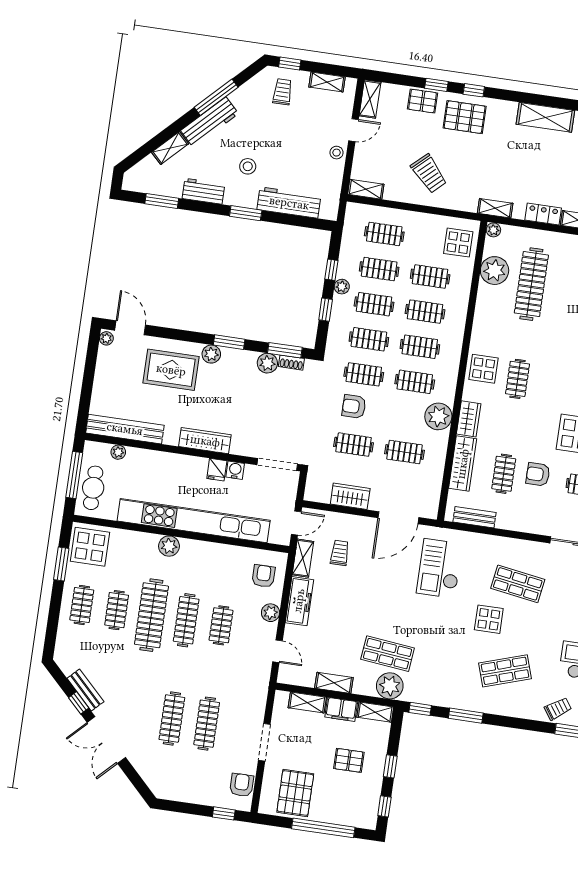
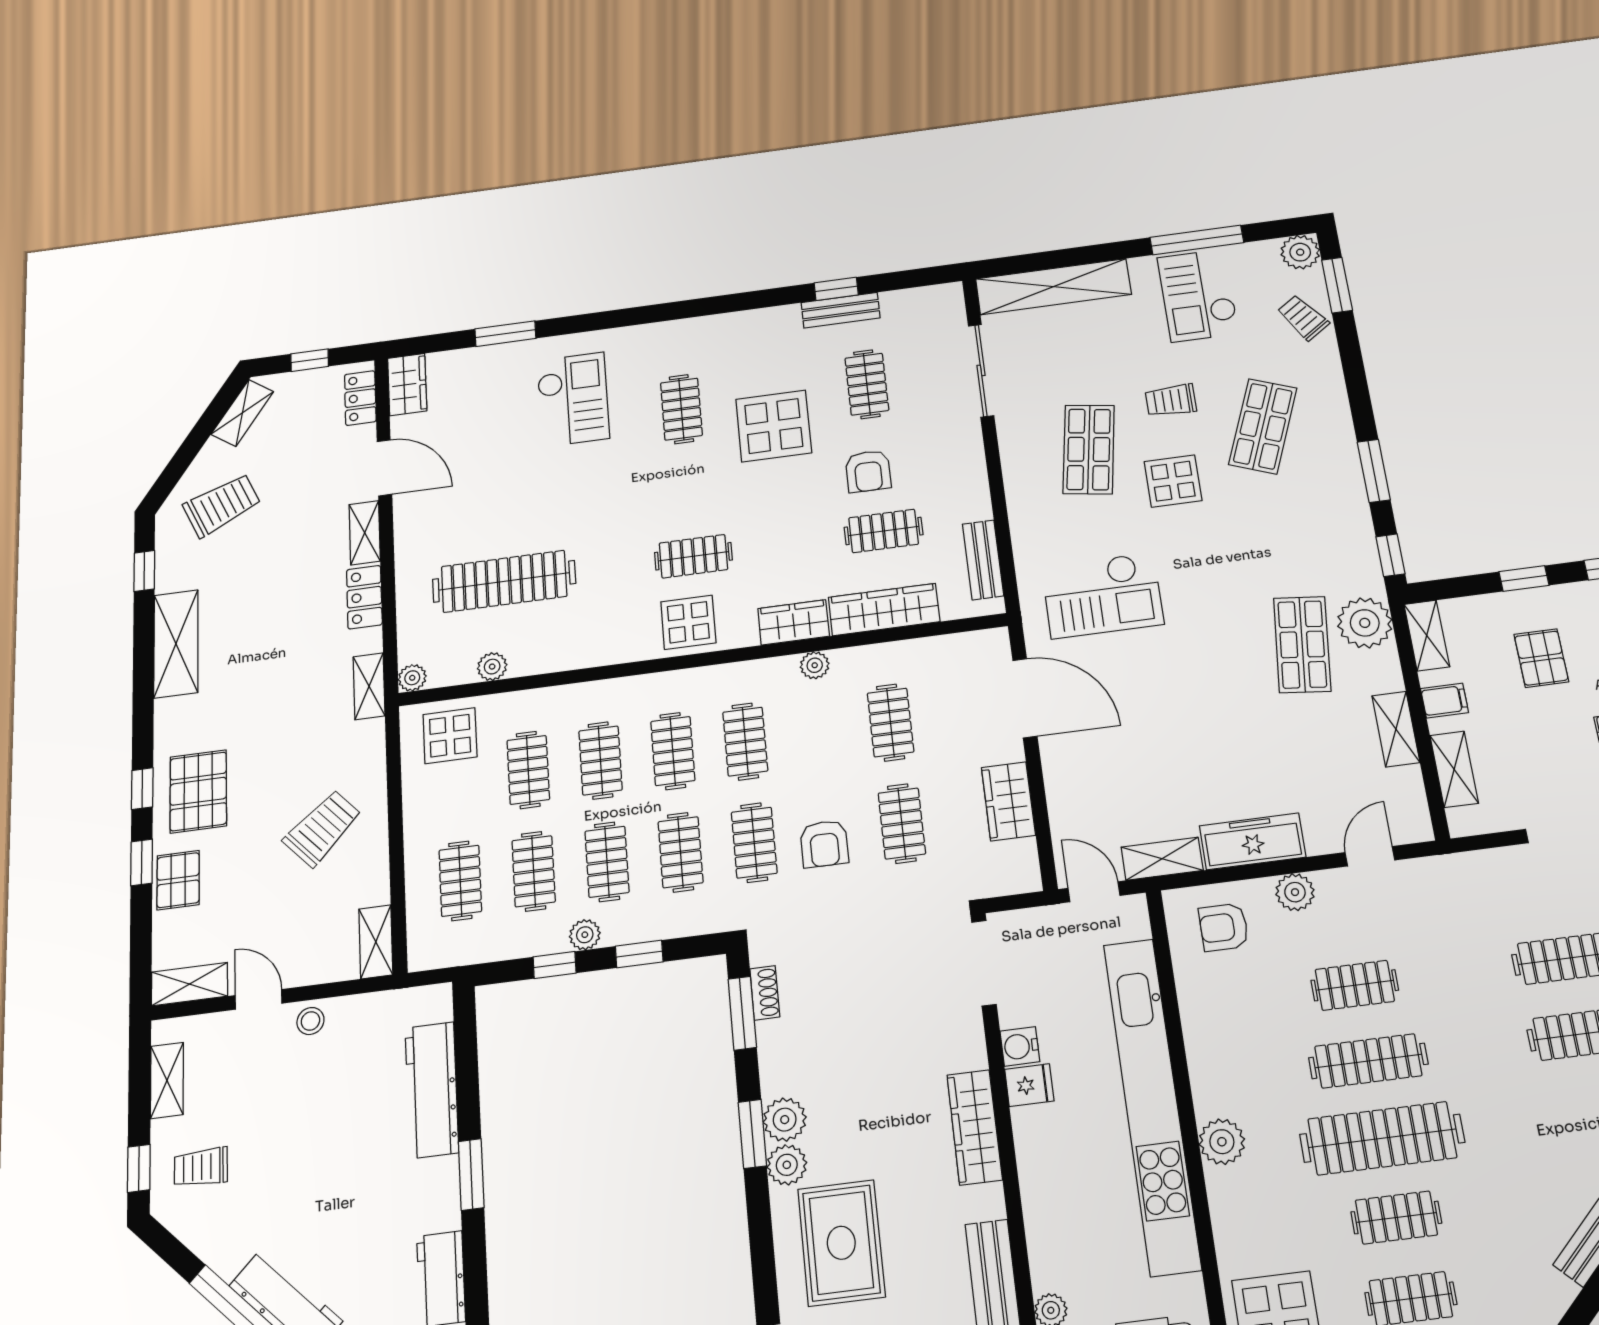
stool: (248, 166) -> (371, 1198), removed
plant: (495, 271) -> (492, 667), width x0.53, depth x0.53
plant: (267, 363) -> (785, 1120), moved
plant: (438, 416) -> (815, 665), width x0.53, depth x0.53
trolley: (340, 553) -> (1171, 400), moved
shop shelf: (505, 671) -> (1263, 426), turned 39
filing cabinet: (341, 709) -> (1444, 700), width x0.50

